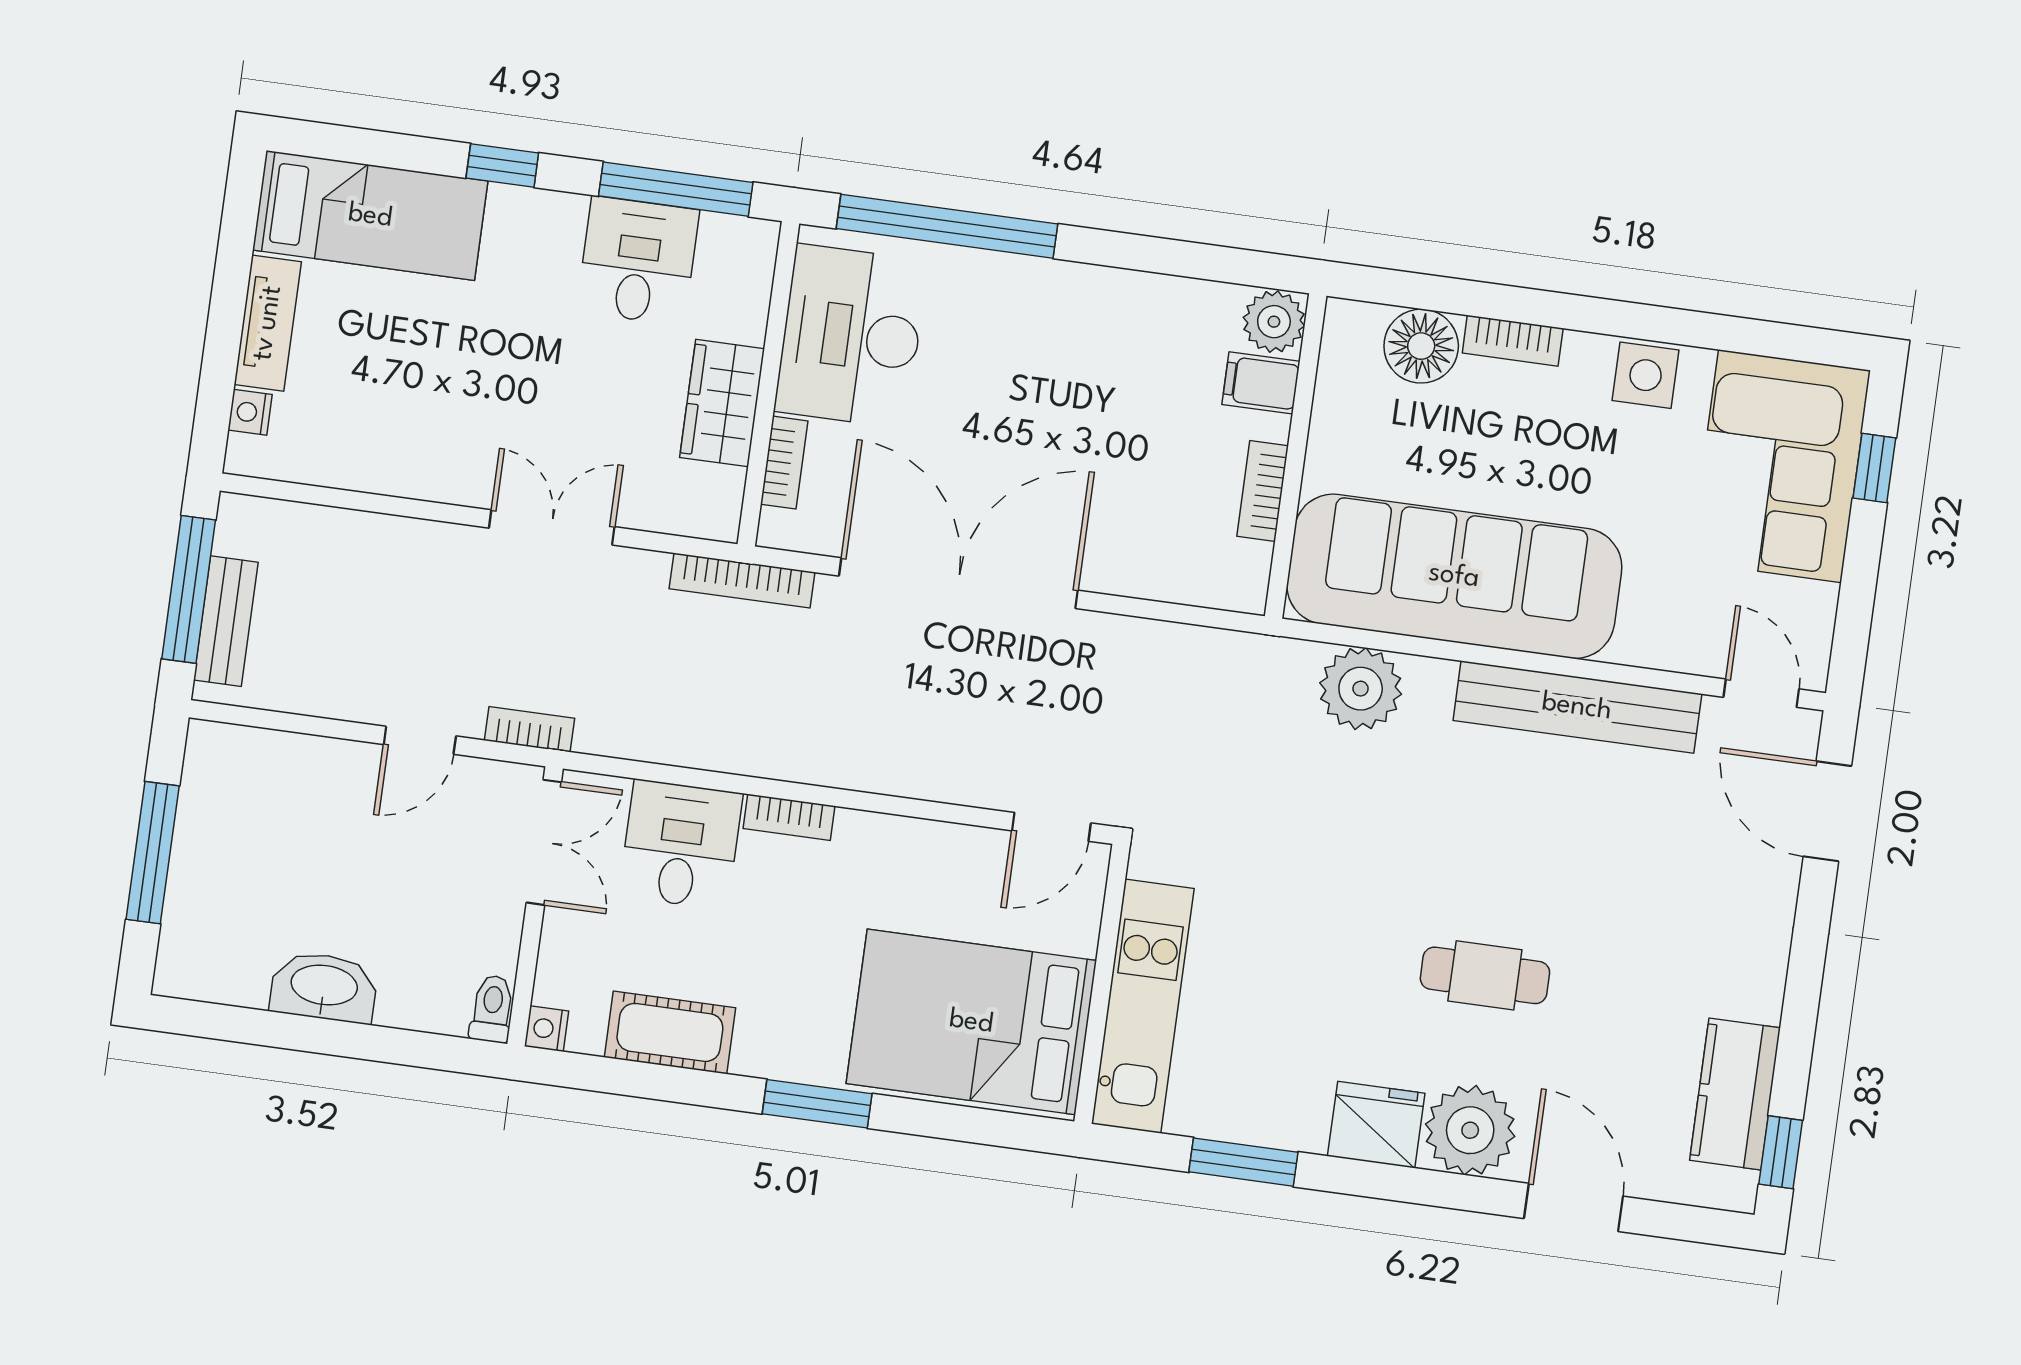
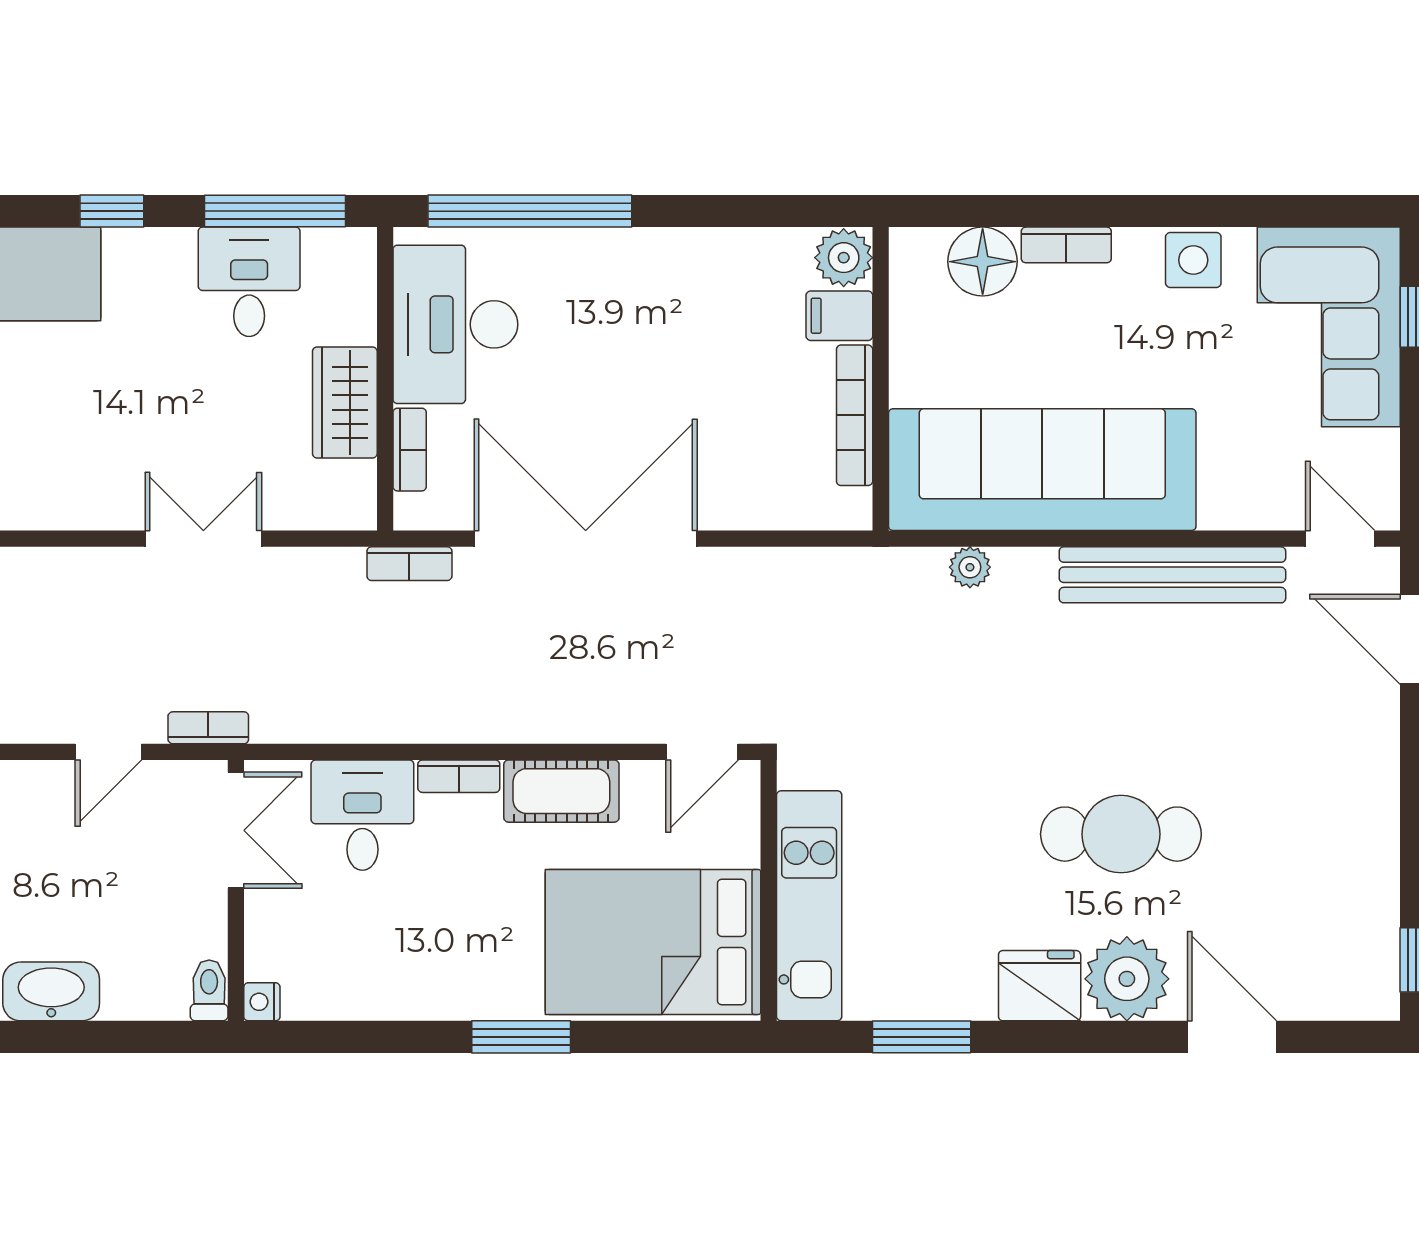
bookcase: (1263, 491) -> (855, 415), width x1.56
bookcase: (742, 580) -> (409, 564), width x0.64
plant: (1361, 689) -> (970, 567), width x0.53, depth x0.53
cafe table: (1485, 975) -> (1121, 834), width x1.37, depth x1.35
cot: (670, 1032) -> (561, 791), moved
kitchen counter: (1735, 1094) -> (1367, 912), removed

